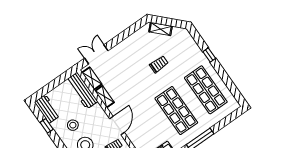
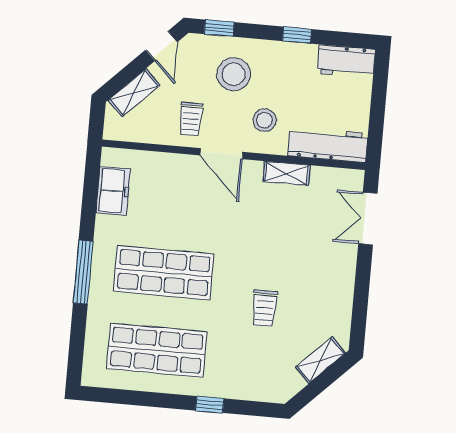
double door: (96, 54) -> (368, 219), swing flipped
shelving: (92, 78) -> (334, 178), removed
stool: (73, 125) -> (265, 120), moved
window: (47, 126) -> (297, 35), moved

